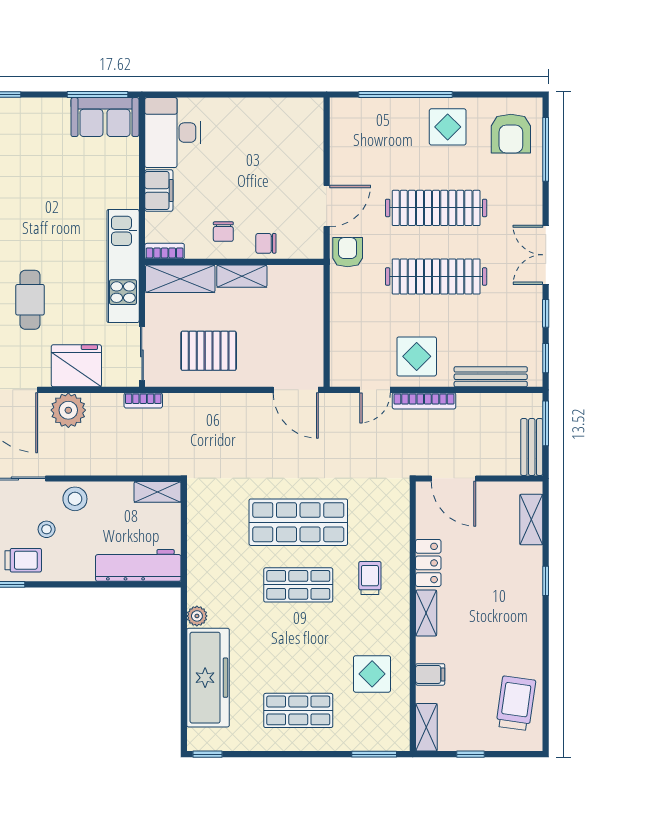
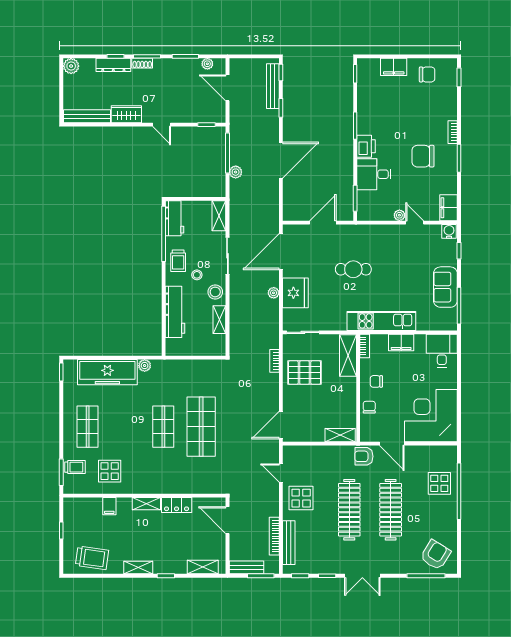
sofa: (105, 117) -> (445, 287), moved
display table: (448, 127) -> (439, 483), moved
desk: (172, 133) -> (442, 351), width x0.73
armchair: (511, 134) -> (435, 555), turned 122
corner desk: (280, 141) -> (431, 416), added
armchair: (348, 252) -> (364, 456), turned 180
double door: (546, 255) -> (362, 576), swing flipped
kitchen unit: (123, 266) -> (381, 321), moved
shelving: (242, 276) -> (340, 435), moved, turned 90
cafe table: (30, 300) -> (353, 269), moved
pallet: (209, 351) -> (305, 373), turned 90
bookcase: (143, 400) -> (275, 361), moved
bookcase: (424, 401) -> (274, 536), moved
plant: (68, 410) -> (274, 293), width x0.53, depth x0.53
door: (453, 478) -> (227, 520), hinge flipped
shelving: (157, 492) -> (219, 320), moved
workbench: (138, 565) -> (175, 312), moved
trolley: (370, 578) -> (75, 467), moved
shelving: (426, 727) -> (138, 567), moved

